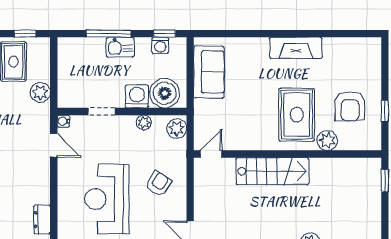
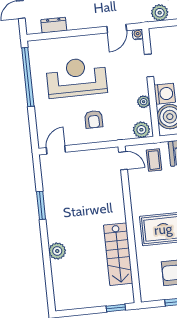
coffee table: (214, 117) -> (154, 160), added
plant: (327, 140) -> (144, 256), removed
stairs: (272, 171) -> (118, 254), moved
armchair: (159, 184) -> (94, 119), turned 57

